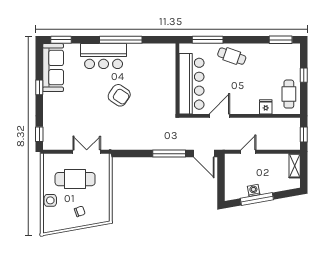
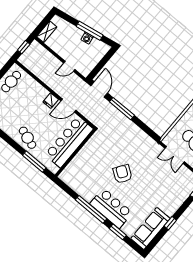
window: (61, 40) -> (118, 232), moved
fridge: (266, 107) -> (51, 101), moved

